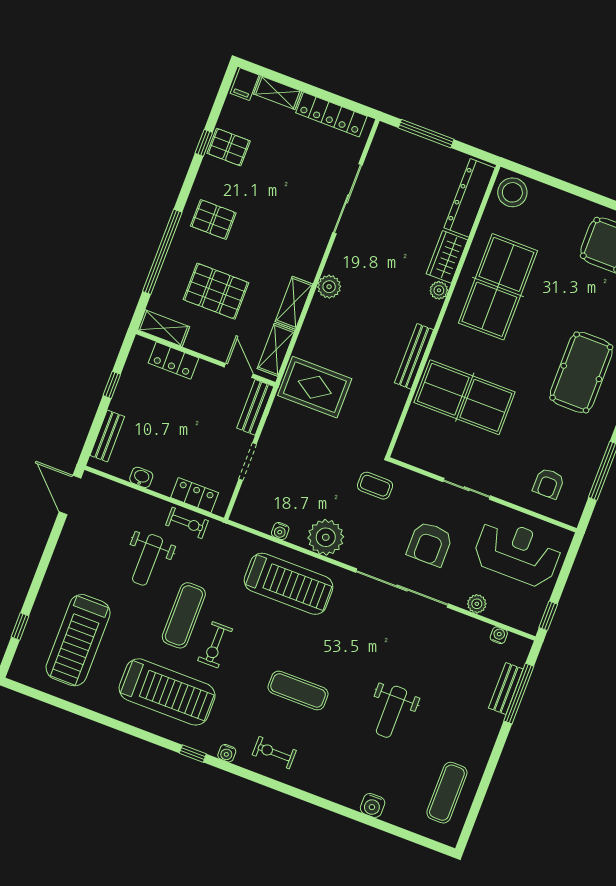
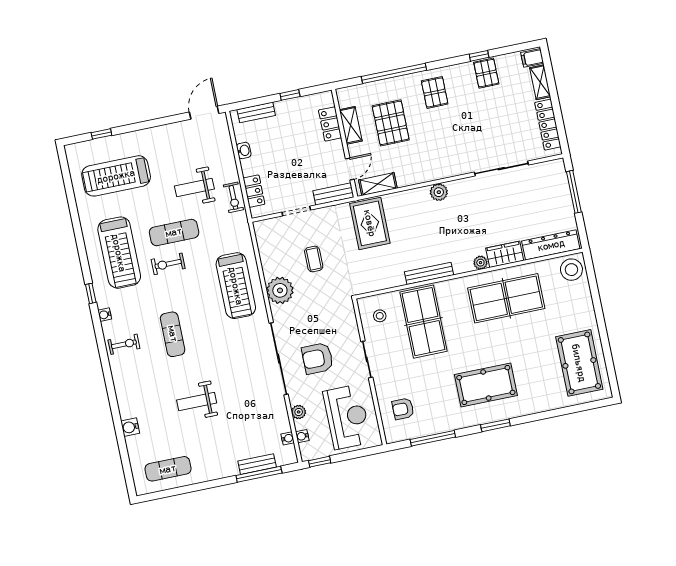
shelving: (294, 303) -> (415, 176), removed
shelving: (164, 328) -> (351, 125), moved
stool: (426, 443) -> (380, 316), added
coffee table: (375, 486) -> (314, 259), moved
water cooler: (280, 531) -> (302, 436), moved
exercise bike: (274, 753) -> (124, 344), turned 90

